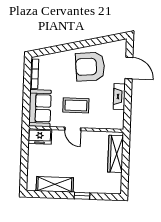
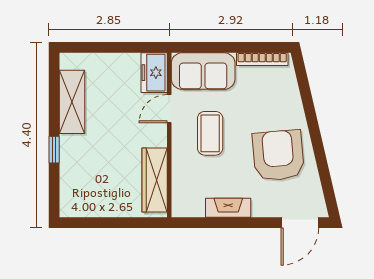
door: (129, 68) -> (300, 223), moved
door: (73, 129) -> (169, 109), moved
wardrobe: (116, 154) -> (155, 180), moved, turned -90

